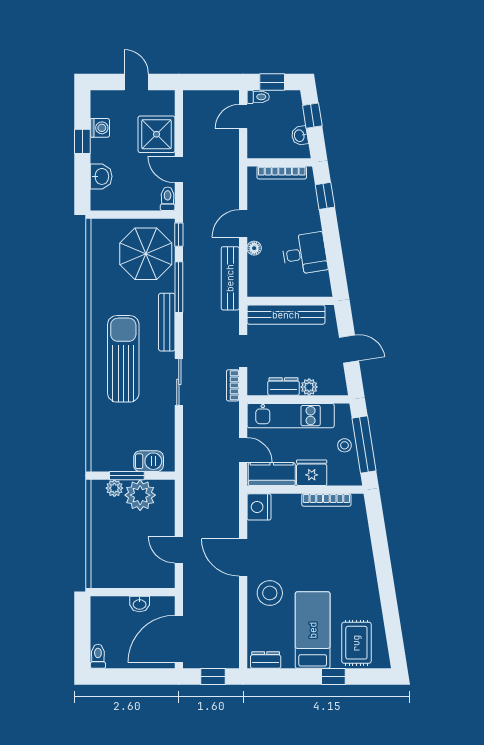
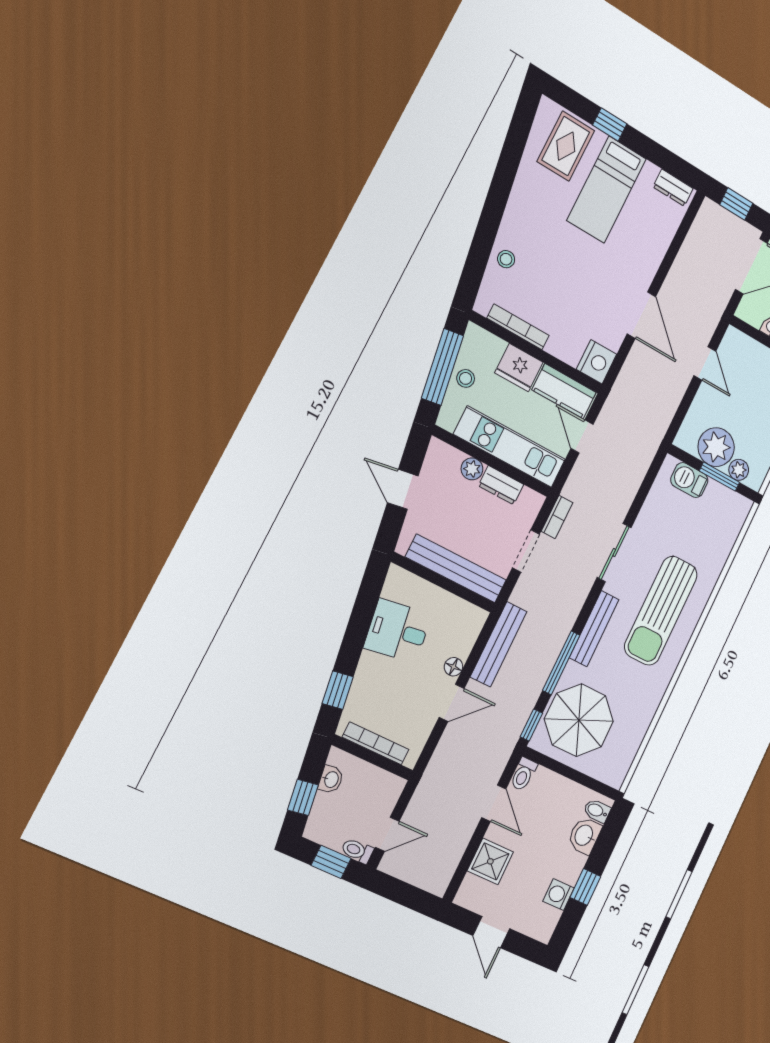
shower: (156, 134) -> (490, 861), width x0.73, depth x0.73
bidet: (101, 198) -> (597, 811), added
stool: (270, 593) -> (506, 259), moved, width x0.53, depth x0.53

